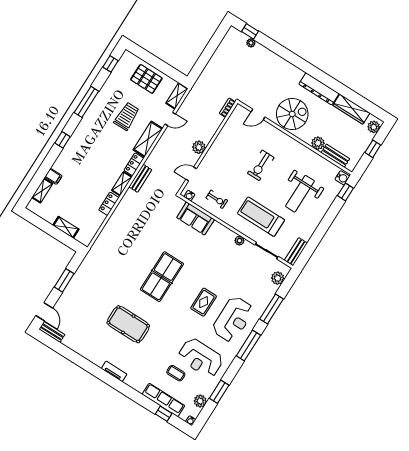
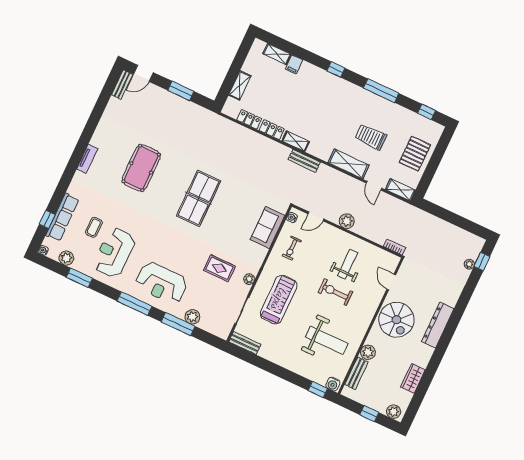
dresser: (319, 89) -> (438, 325), moved
wardrobe: (351, 109) -> (413, 378), width x0.67
trolley: (127, 116) -> (371, 137), turned 180
weight bench: (237, 151) -> (348, 264), added
locker: (134, 164) -> (249, 119), moved
door: (191, 174) -> (316, 216), swing flipped
weight bench: (300, 194) -> (327, 340), moved, turned 180
table tennis table: (162, 277) -> (199, 198), turned 90
plant: (278, 278) -> (192, 317), moved
rug: (204, 302) -> (219, 268), moved

